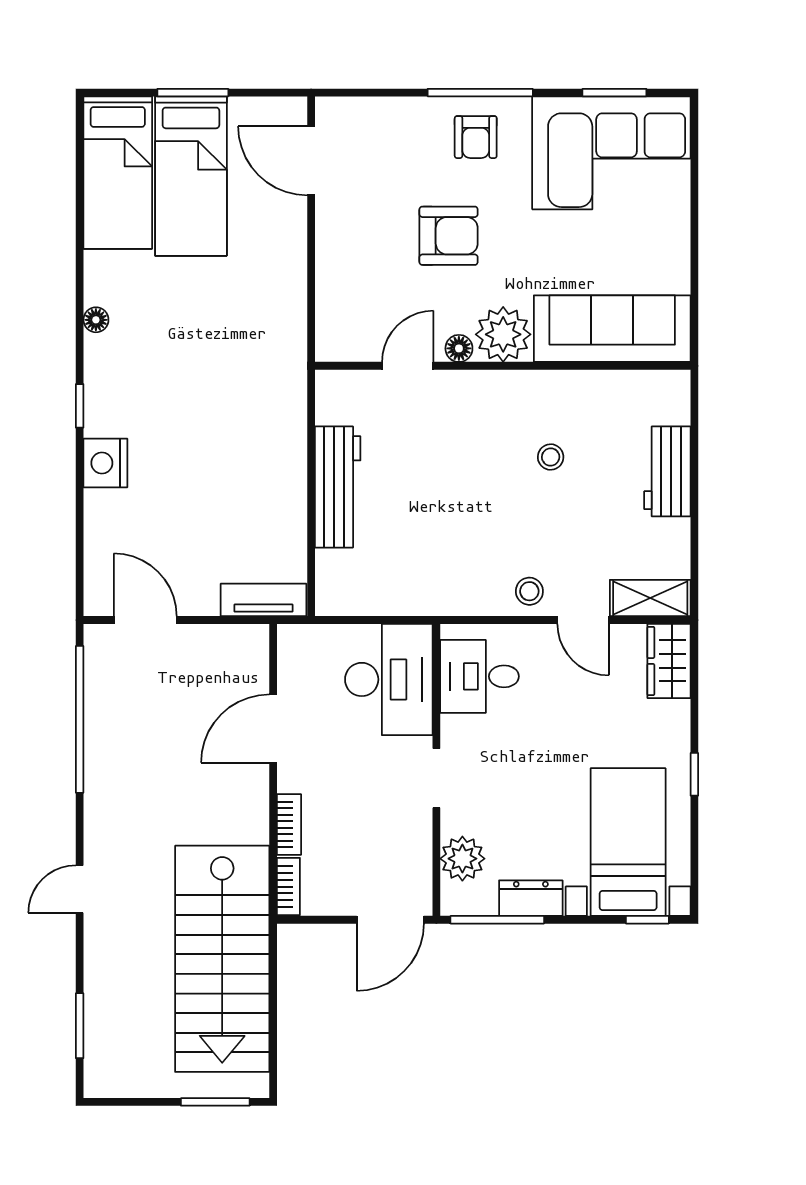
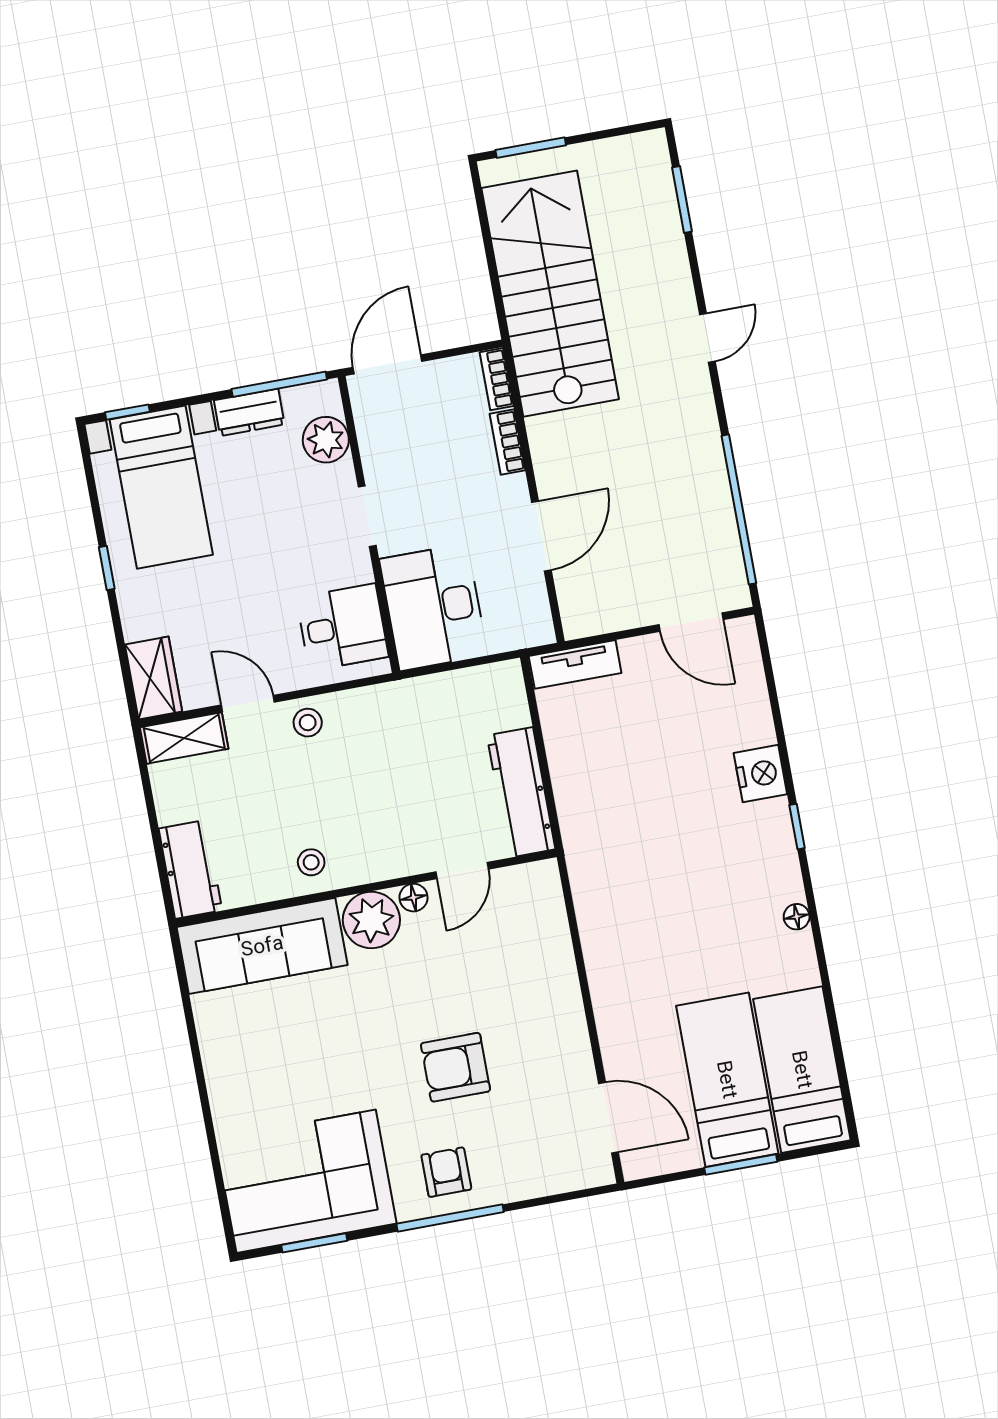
sofa: (612, 329) -> (262, 946), moved
plant: (503, 334) -> (371, 920), moved
floor lamp: (459, 348) -> (413, 898), moved
door: (408, 366) -> (462, 870), moved
wall: (503, 366) -> (366, 888), moved

